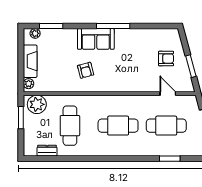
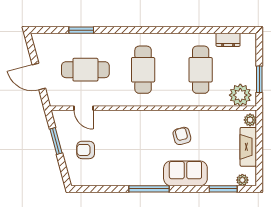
sofa: (96, 39) -> (185, 173), moved
cafe table: (118, 126) -> (143, 70), turned 90

